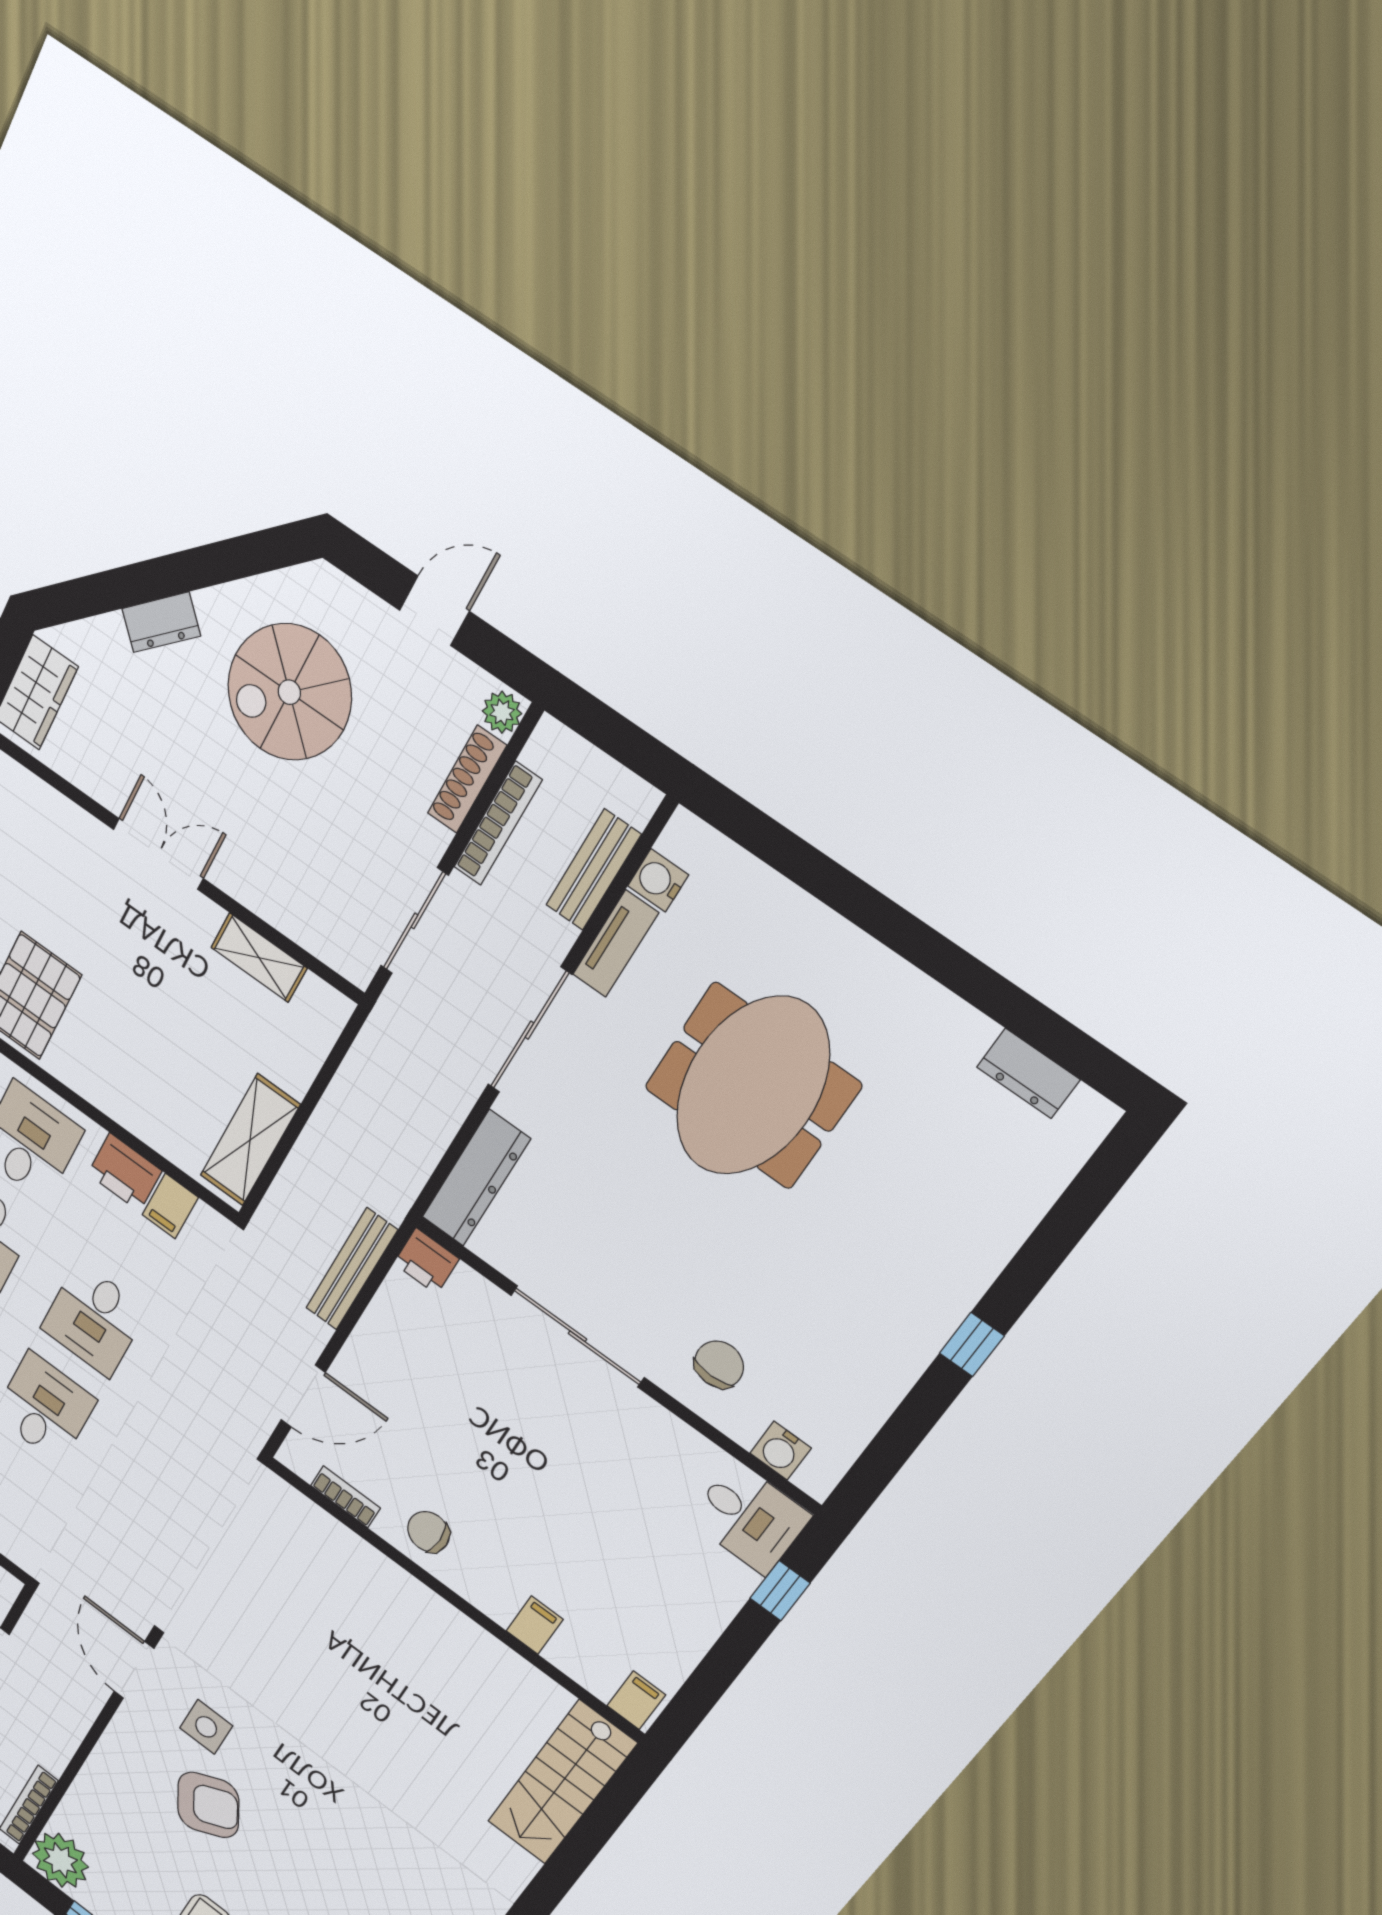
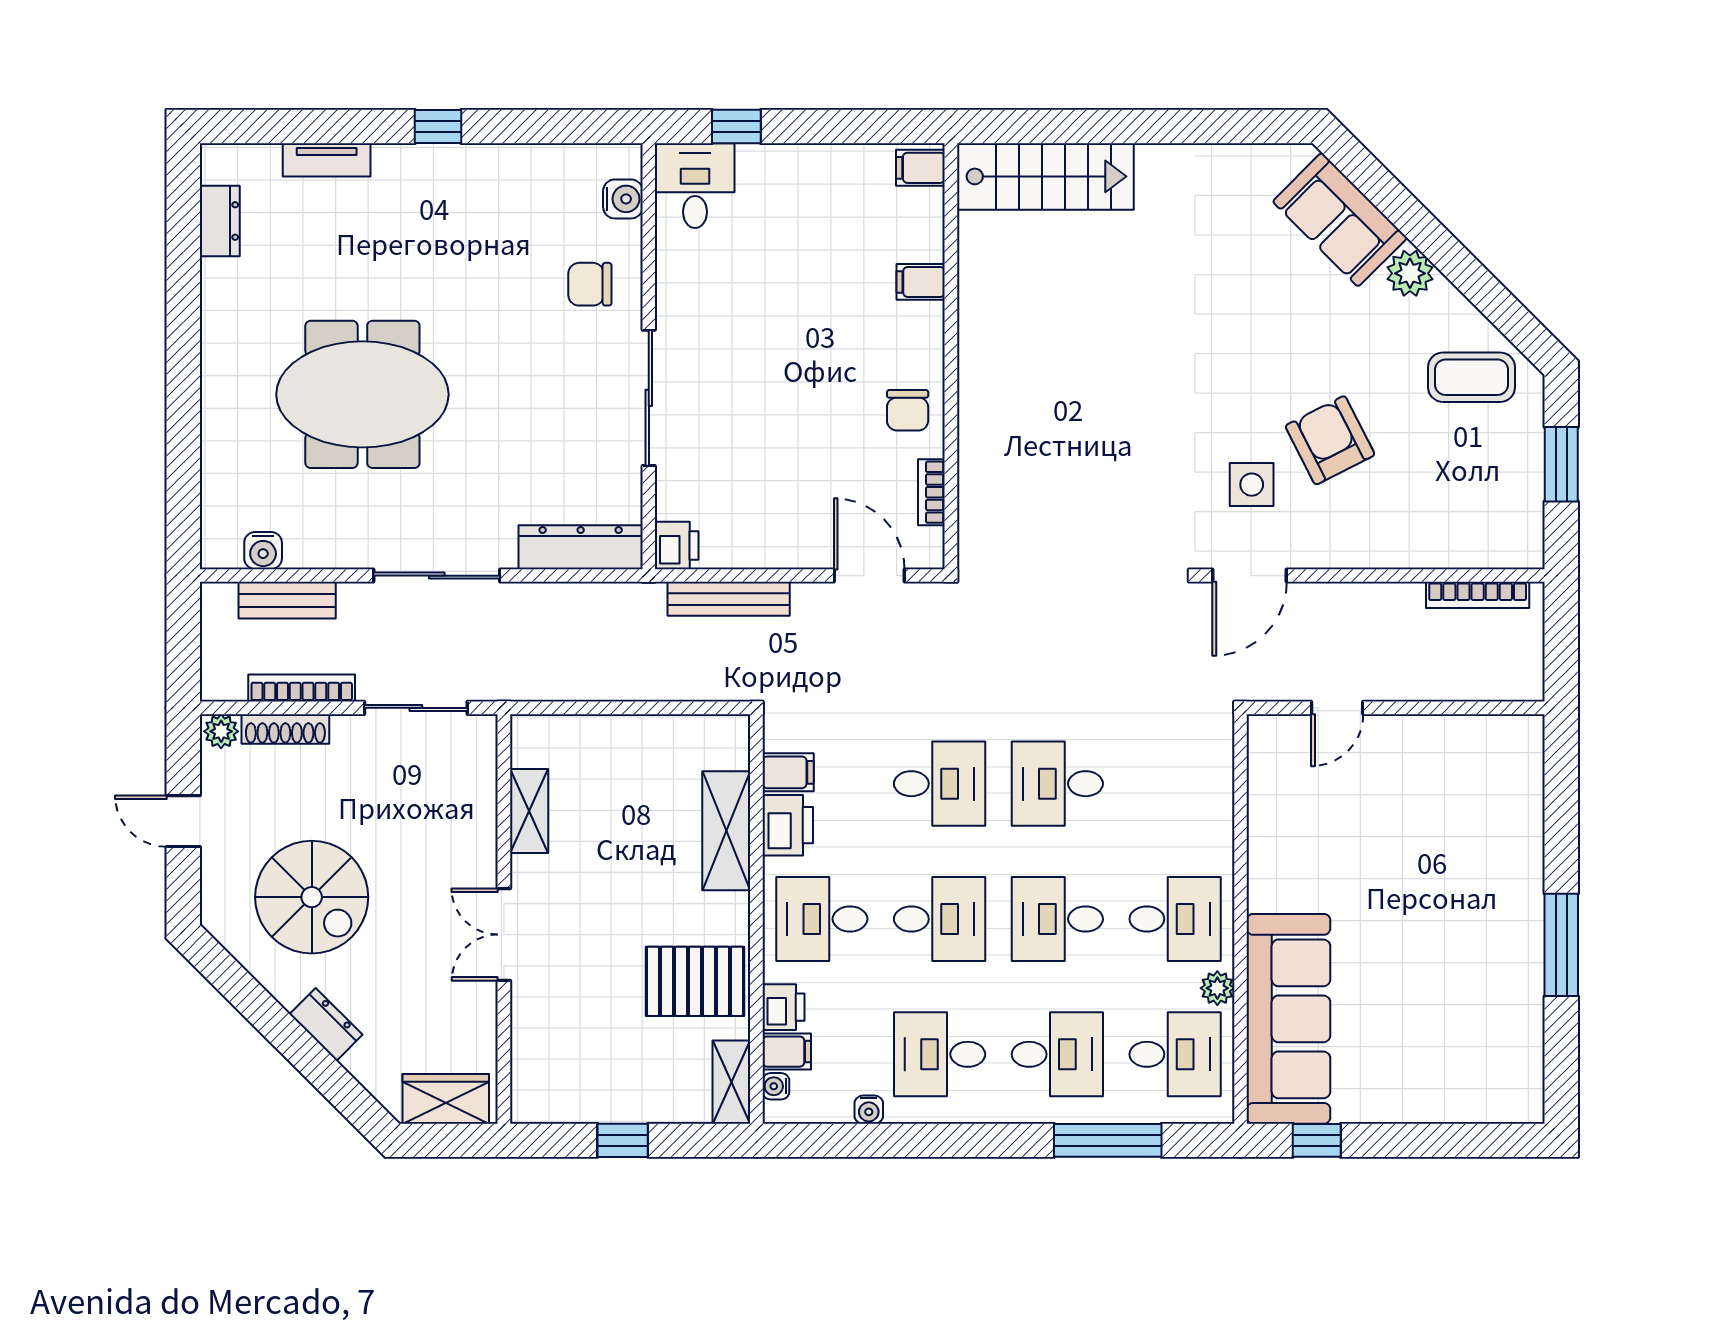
tv unit: (615, 944) -> (327, 160), moved, turned 180
shelving: (250, 1140) -> (726, 831), moved, turned 90
plant: (60, 1860) -> (1512, 536), removed

